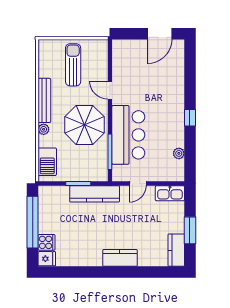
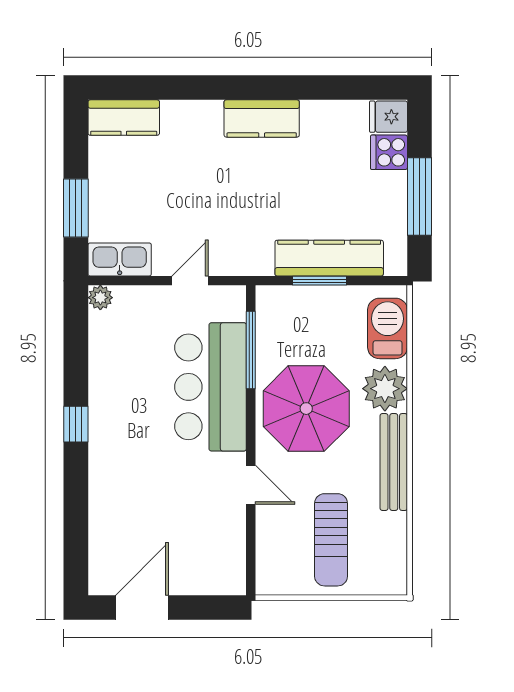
plant: (44, 129) -> (385, 389), width x1.88, depth x1.88
plant: (179, 153) -> (100, 298), moved
kitchen counter: (95, 194) -> (329, 258), moved
window: (33, 222) -> (420, 196), width x0.68
window: (190, 230) -> (76, 208), moved
kitchen counter: (176, 250) -> (124, 118), moved, turned 90
kitchen counter: (120, 258) -> (262, 118), moved

